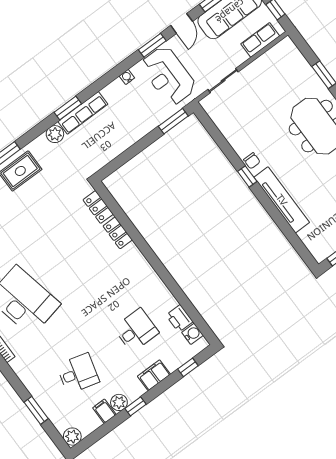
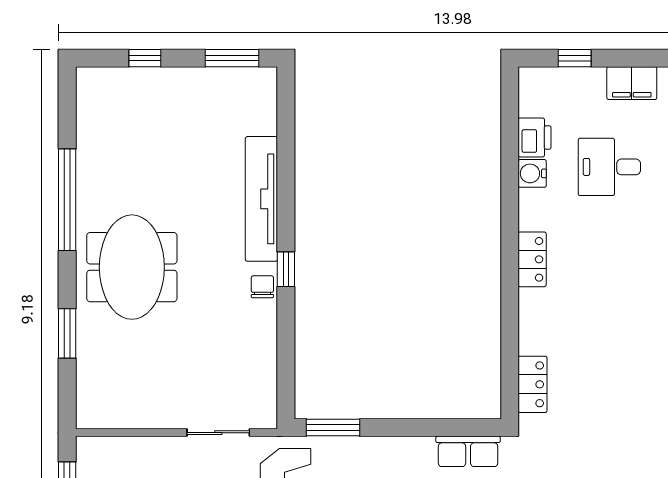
row of seats: (260, 40) -> (468, 451), moved
locker: (118, 233) -> (532, 259), moved
water cooler: (193, 334) -> (532, 173), moved

